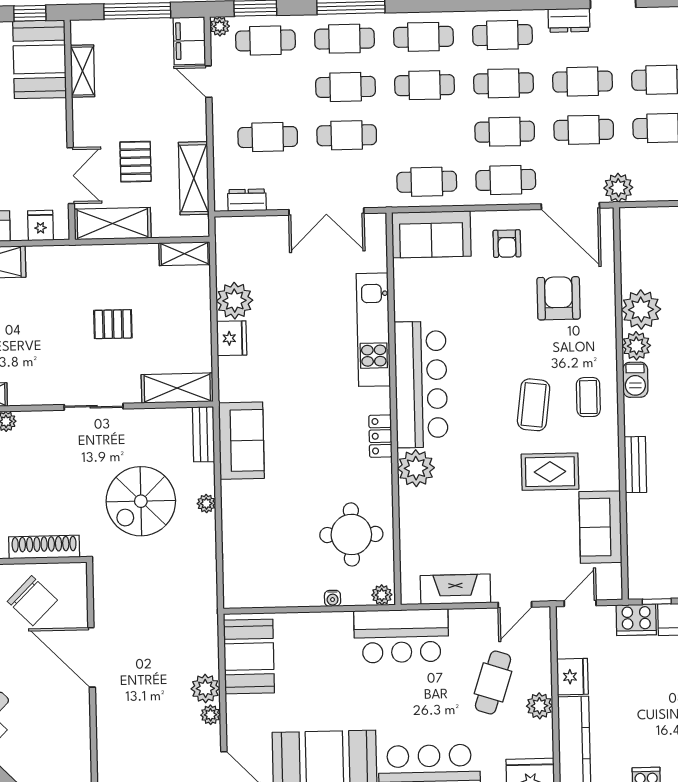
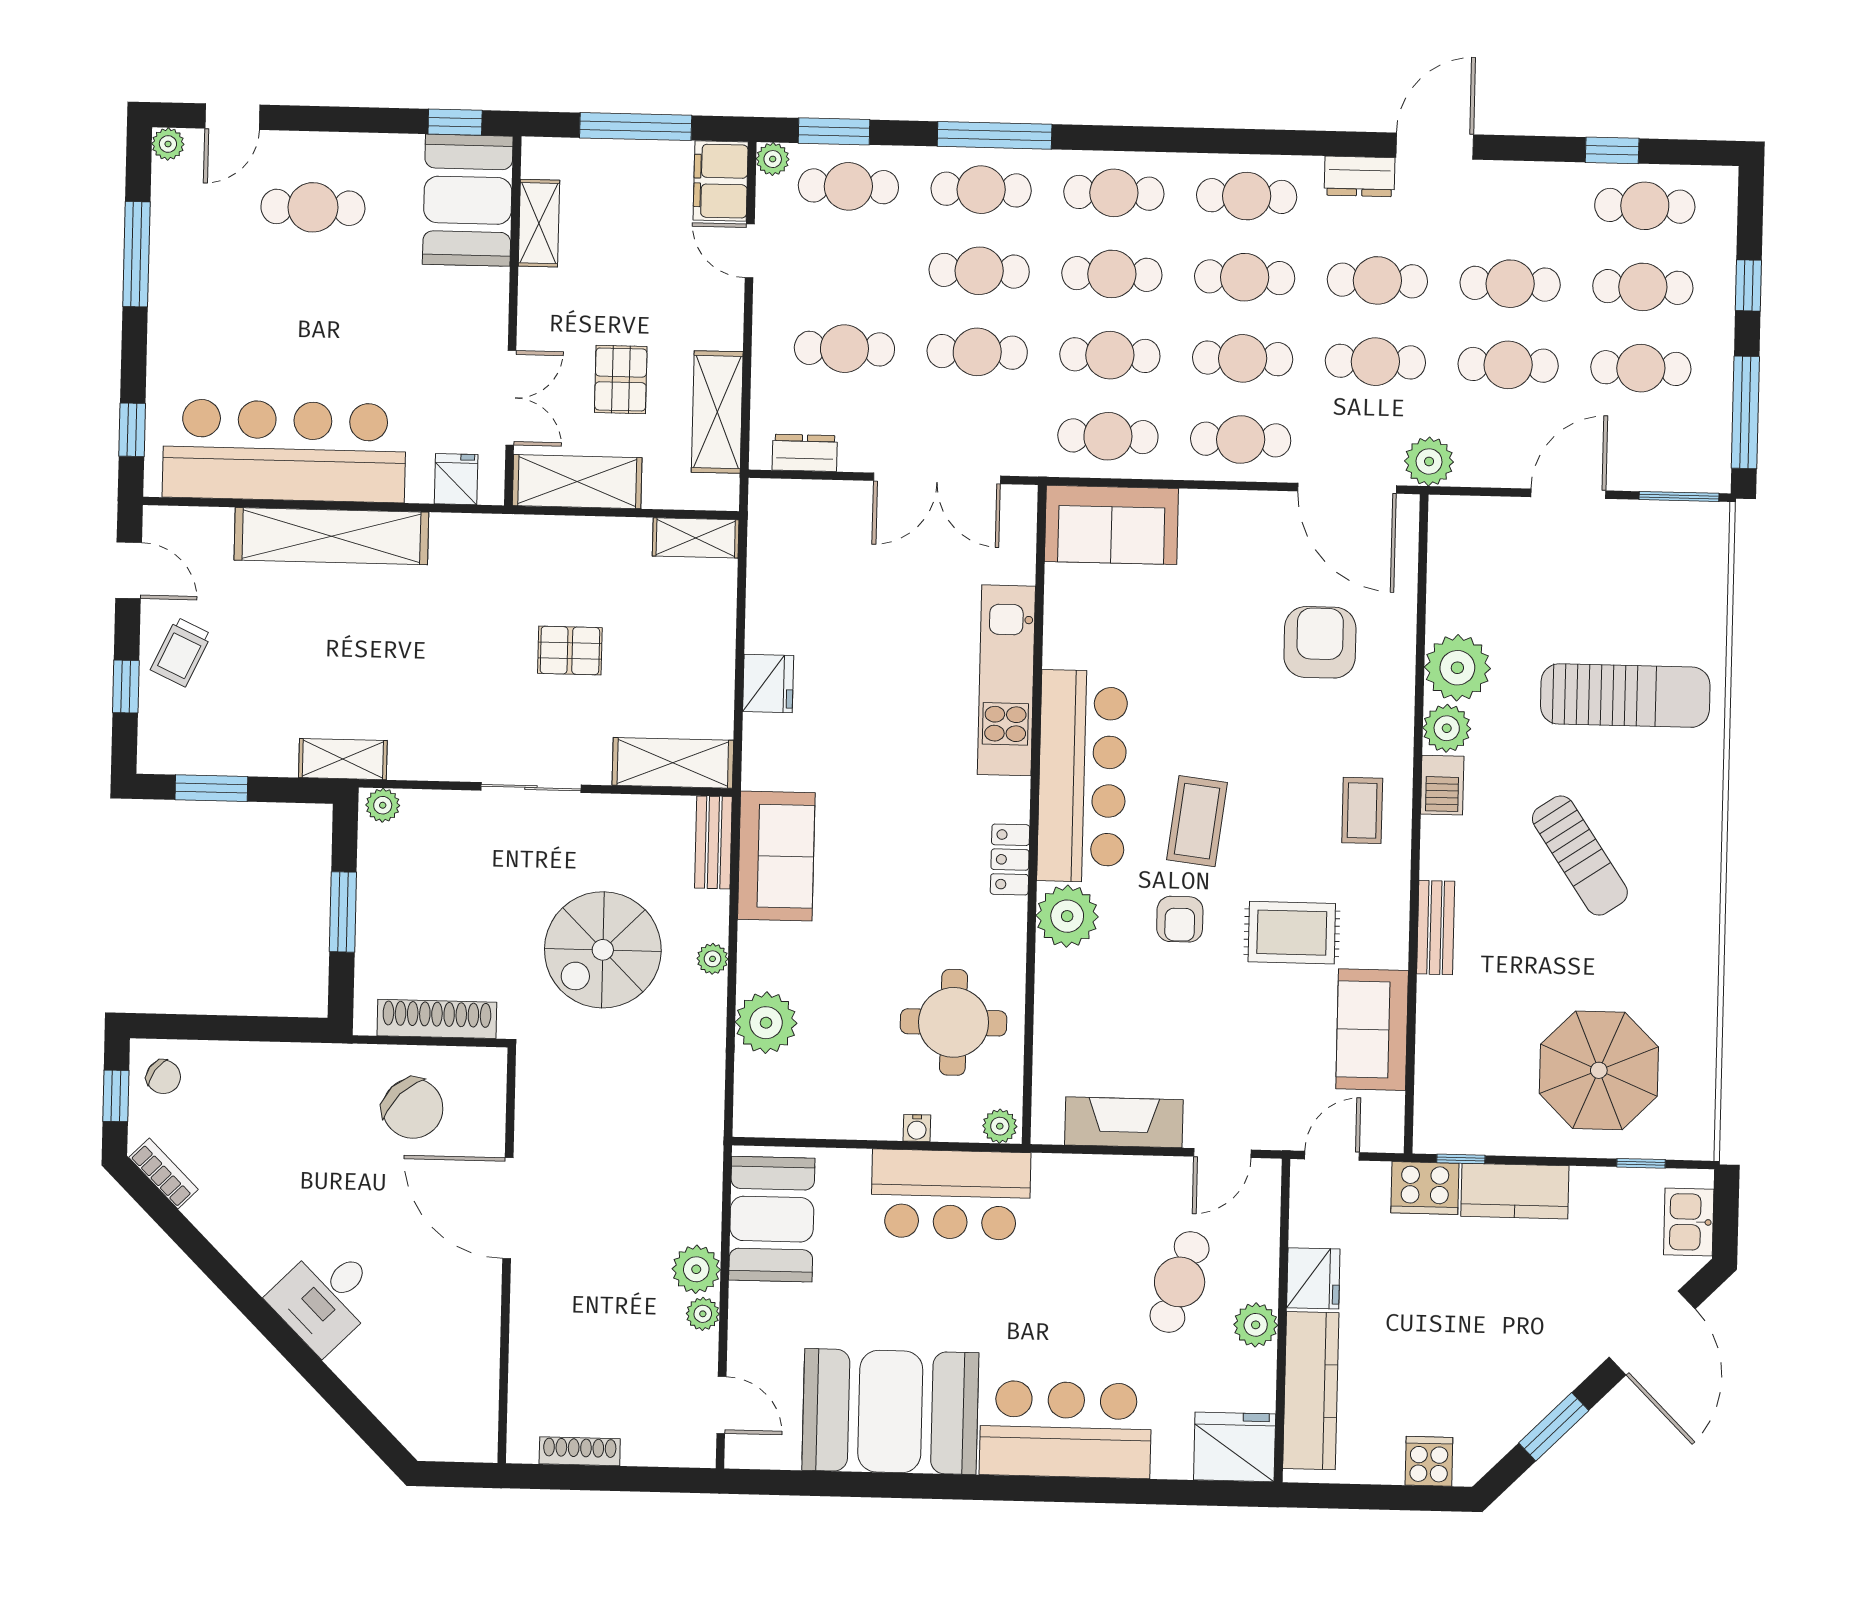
cafe table: (426, 133) -> (1110, 355), added
armchair: (507, 244) -> (1180, 919), moved
plant: (234, 301) -> (766, 1023), moved
coffee table: (534, 405) -> (1197, 821), moved
bar counter: (401, 636) -> (951, 1195), moved

